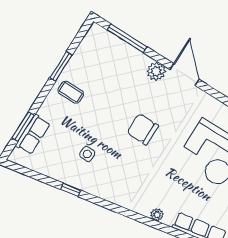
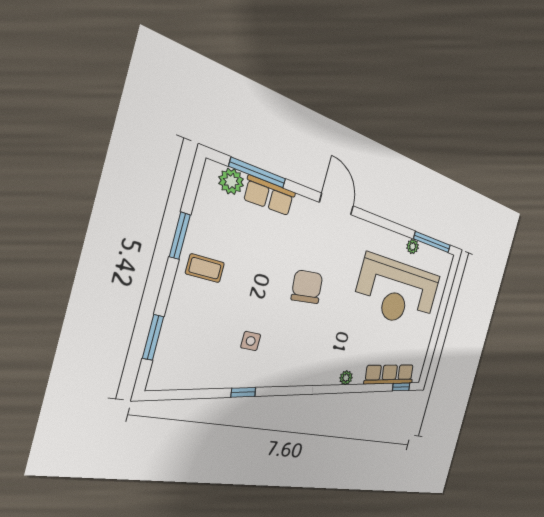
plant: (156, 71) -> (231, 181), moved
chair: (143, 129) -> (307, 287), turned 84
row of seats: (33, 134) -> (269, 196), moved, turned 90

